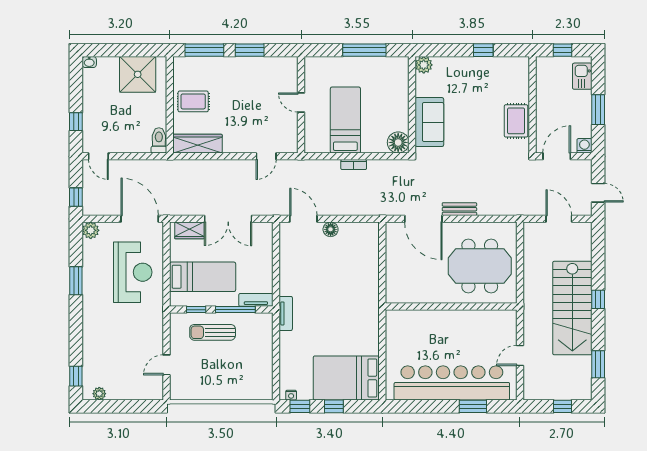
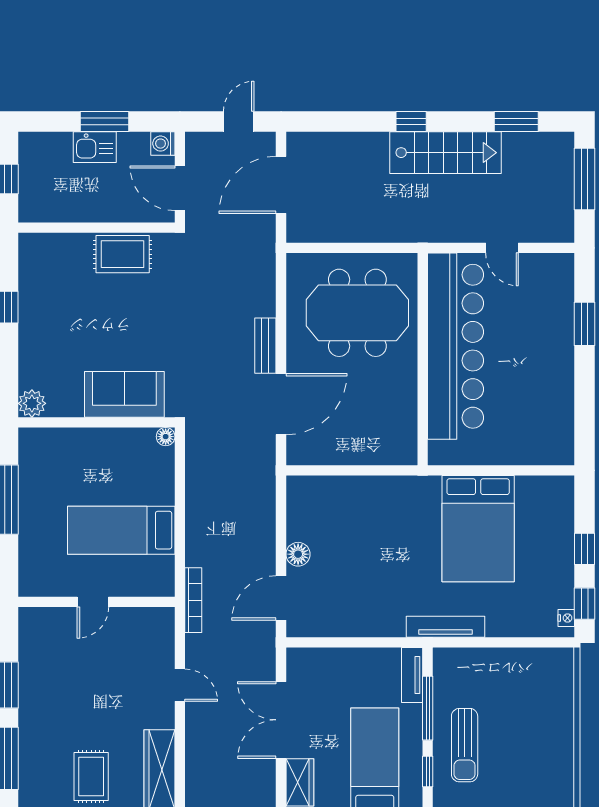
kitchen sink: (582, 76) -> (95, 147), moved
floor lamp: (398, 142) -> (166, 437), width x0.53, depth x0.53
door: (266, 156) -> (180, 685), moved
bookcase: (354, 165) -> (193, 600), moved, width x1.56
double door: (228, 219) -> (281, 720), swing flipped
door: (559, 219) -> (281, 185), width x1.36
meeting table: (480, 266) -> (357, 313), turned 90
stairs: (572, 308) -> (446, 153), width x0.73, depth x0.66
tv unit: (286, 313) -> (445, 627), width x1.41
bed: (346, 378) -> (478, 529), moved
bar counter: (452, 383) -> (456, 346), moved, turned 180
window: (563, 406) -> (584, 179), width x2.17

